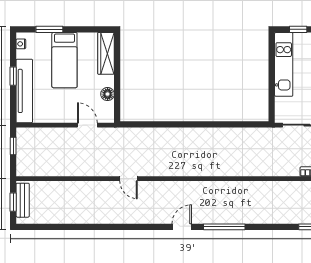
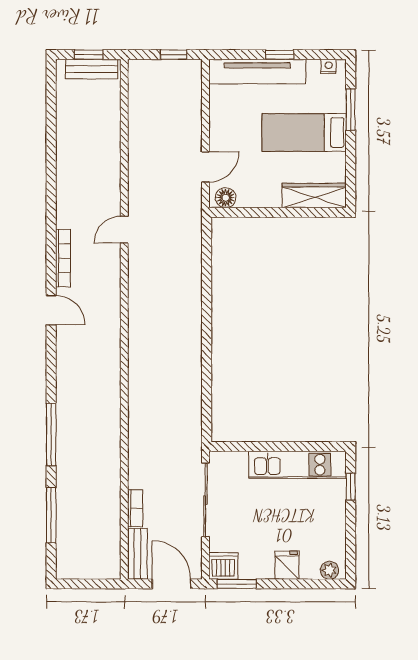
floor lamp: (108, 94) -> (226, 198), moved
bookcase: (147, 219) -> (63, 258), added
window: (224, 227) -> (51, 434), moved

